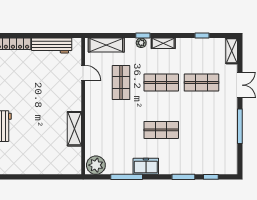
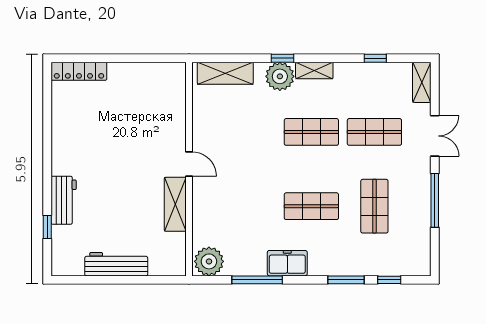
plant: (141, 43) -> (280, 76), width x1.88, depth x1.88
workbench: (52, 45) -> (116, 264), moved, turned 180
door: (83, 73) -> (189, 164), moved
shop shelf: (121, 83) -> (374, 206), moved

